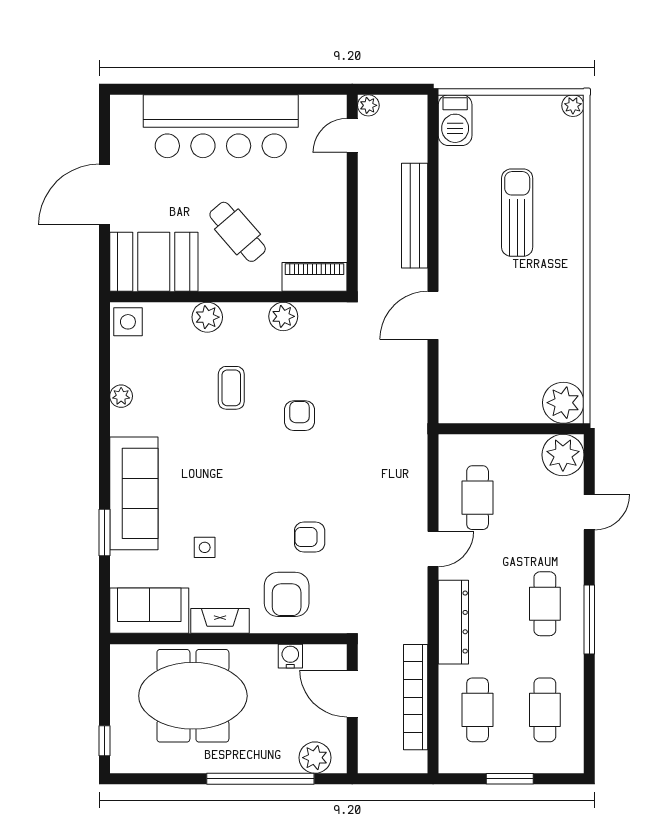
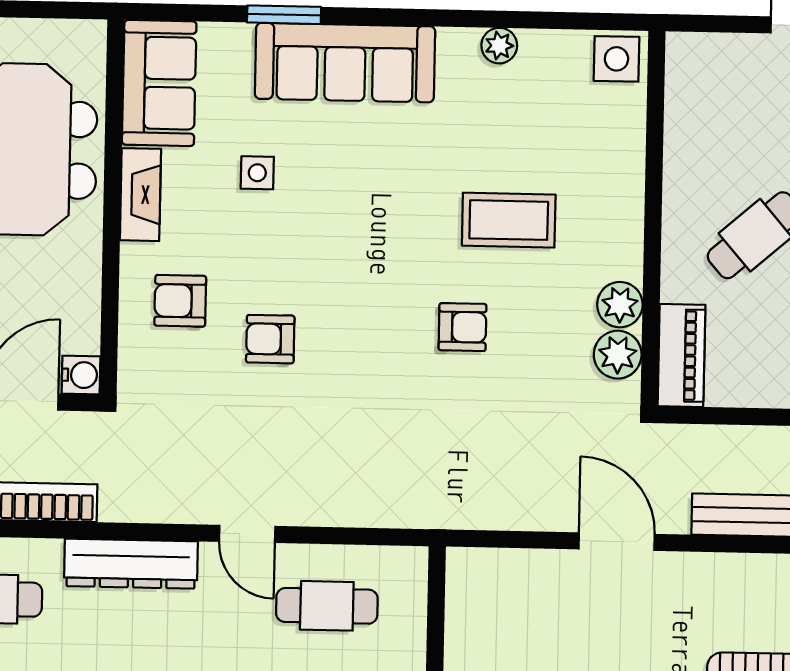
booth: (154, 262) -> (711, 102), removed
plant: (207, 317) -> (618, 355), moved
coffee table: (231, 388) -> (509, 220), width x1.36, depth x1.30
armchair: (310, 537) -> (270, 339), turned -90
armchair: (287, 594) -> (180, 301), width x0.72, depth x0.72
water cooler: (290, 656) -> (81, 375), moved

